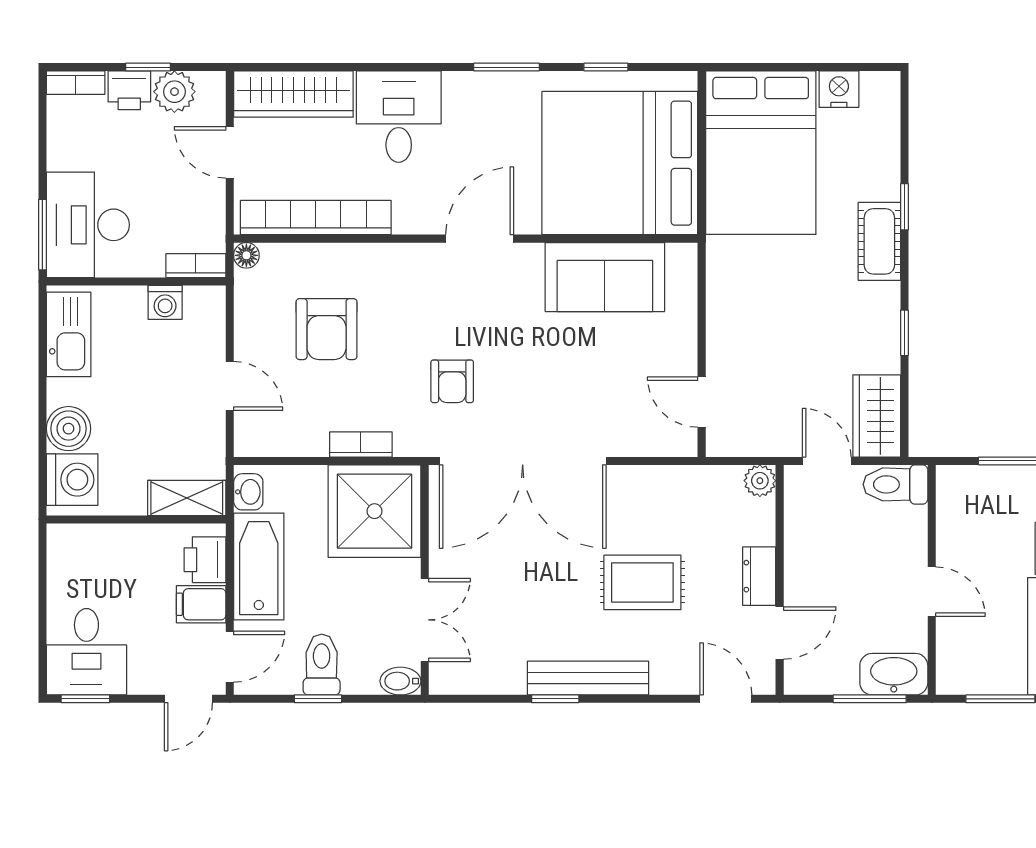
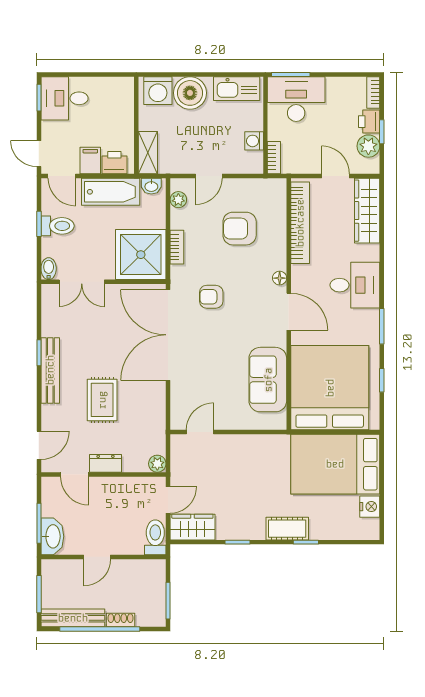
desk: (399, 117) -> (355, 285), moved
door: (230, 152) -> (335, 176), hinge flipped
floor lamp: (246, 255) -> (280, 278), moved
boiler: (68, 429) -> (190, 93), width x1.37, depth x1.37
plant: (273, 442) -> (178, 200), added

